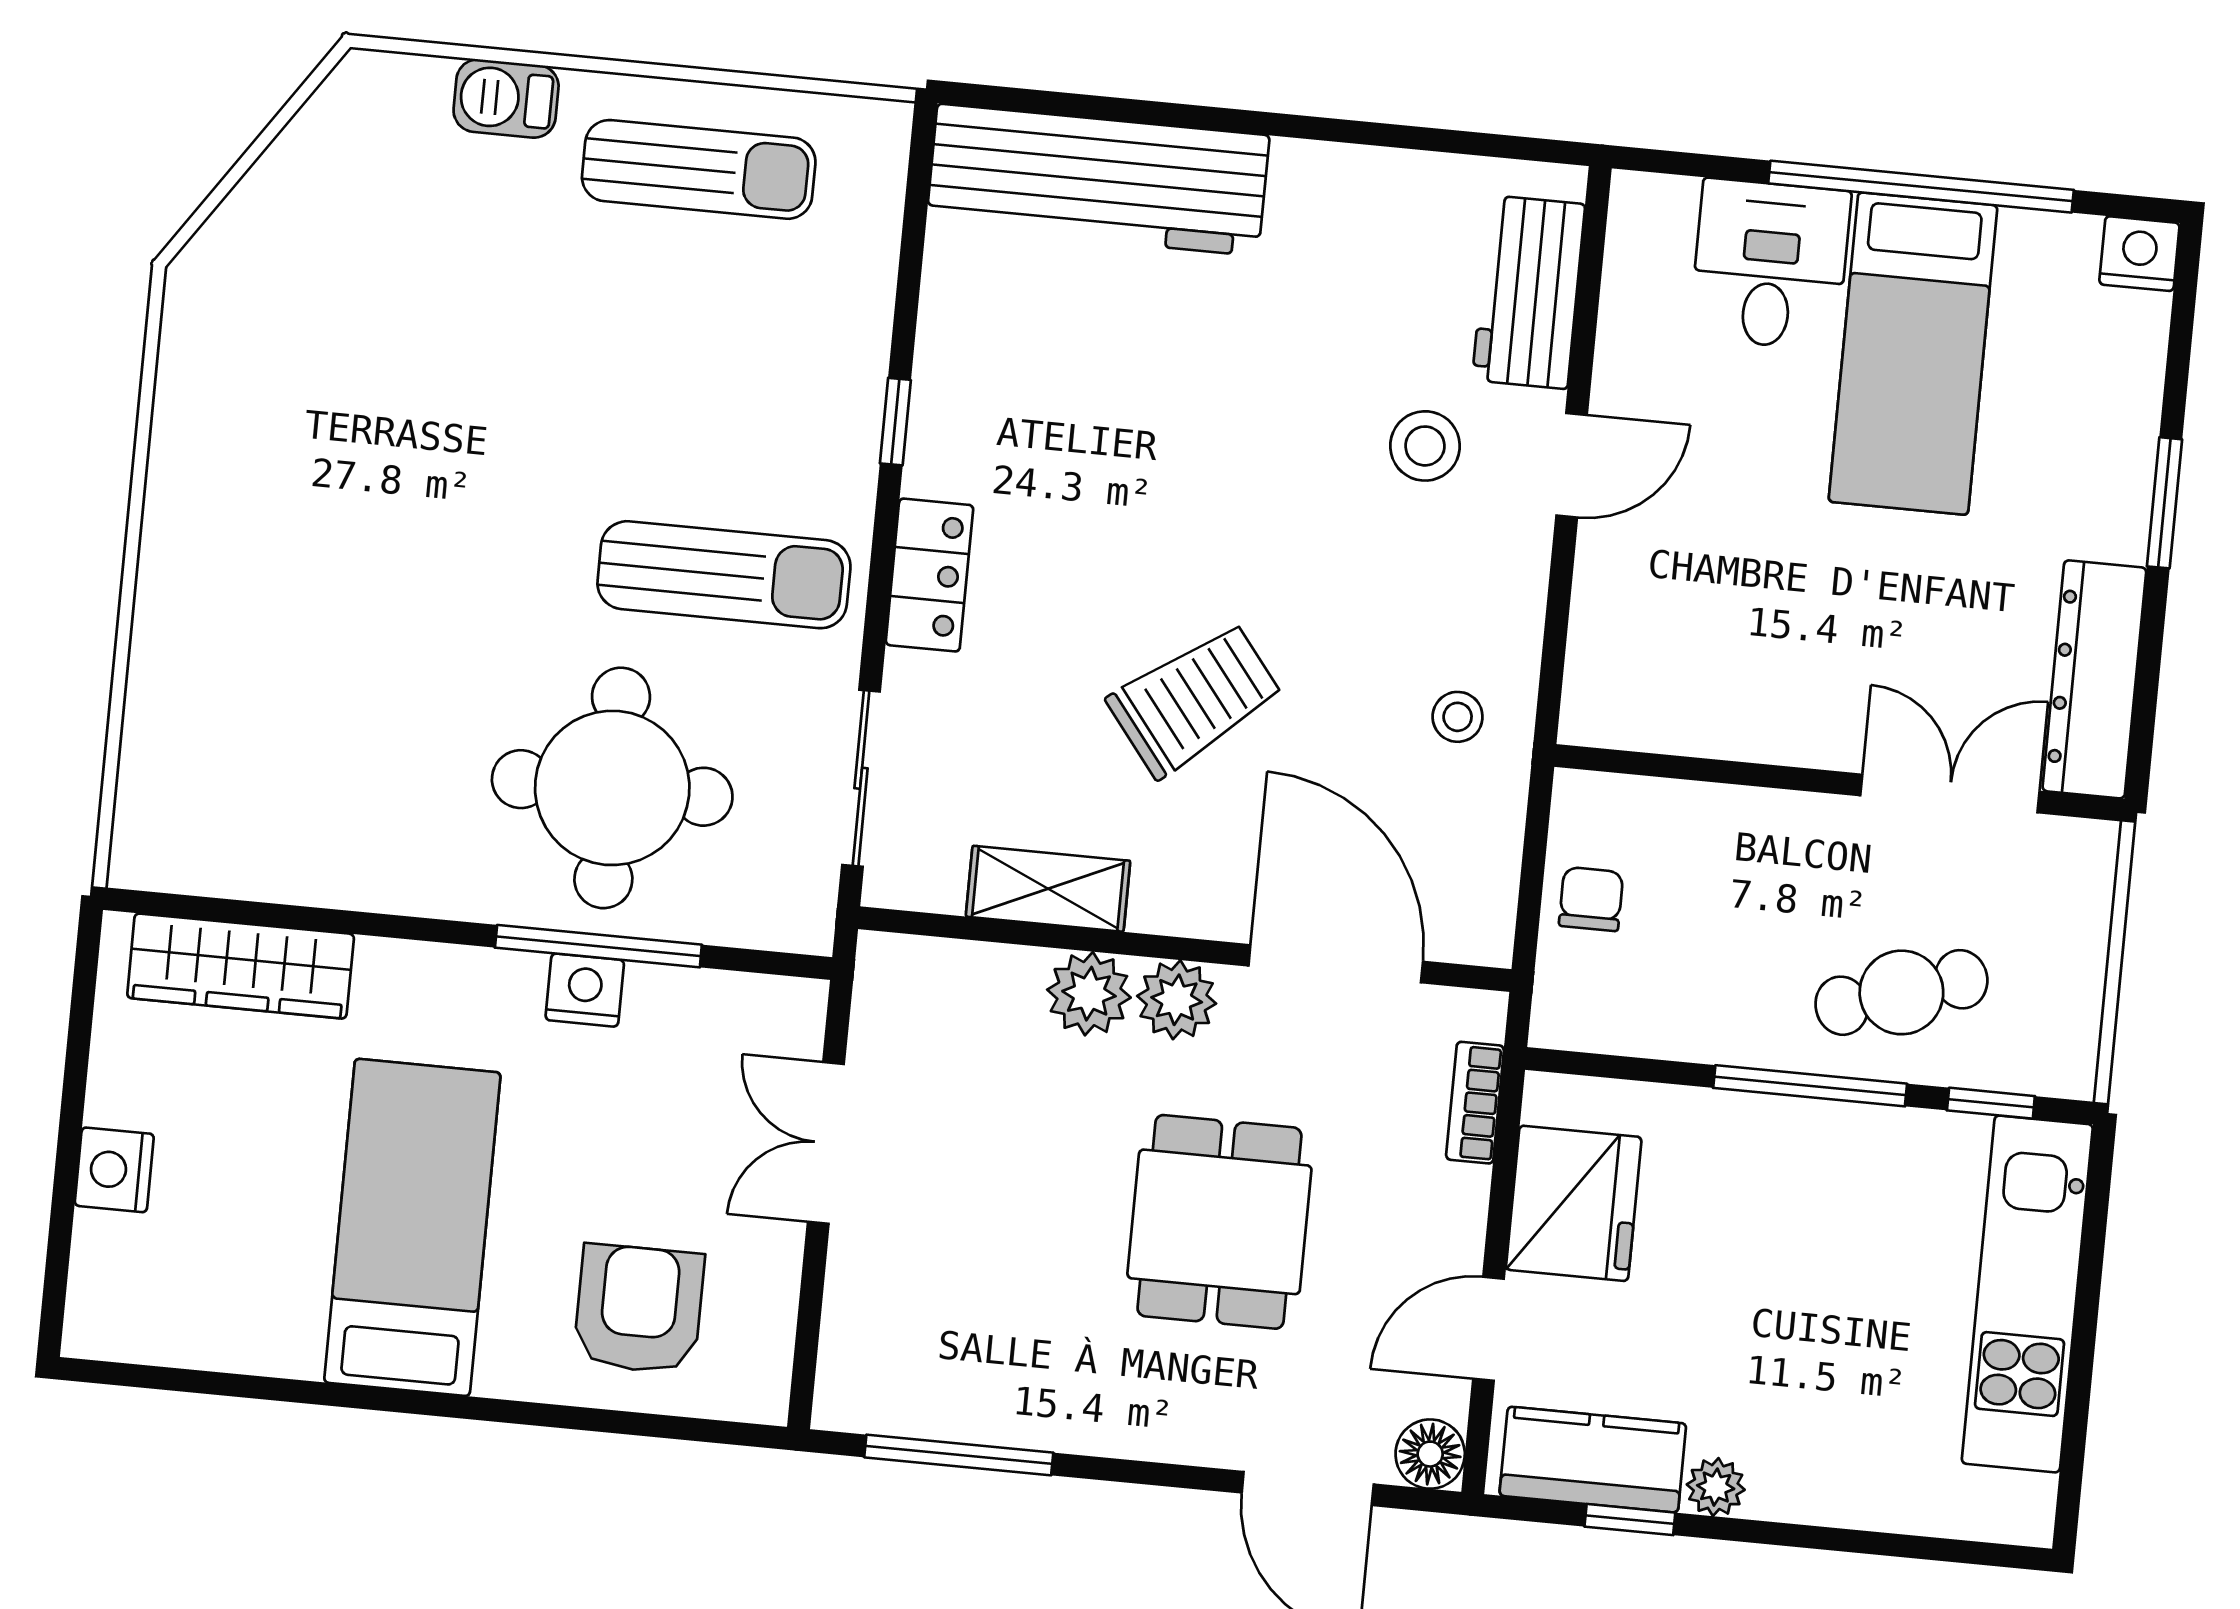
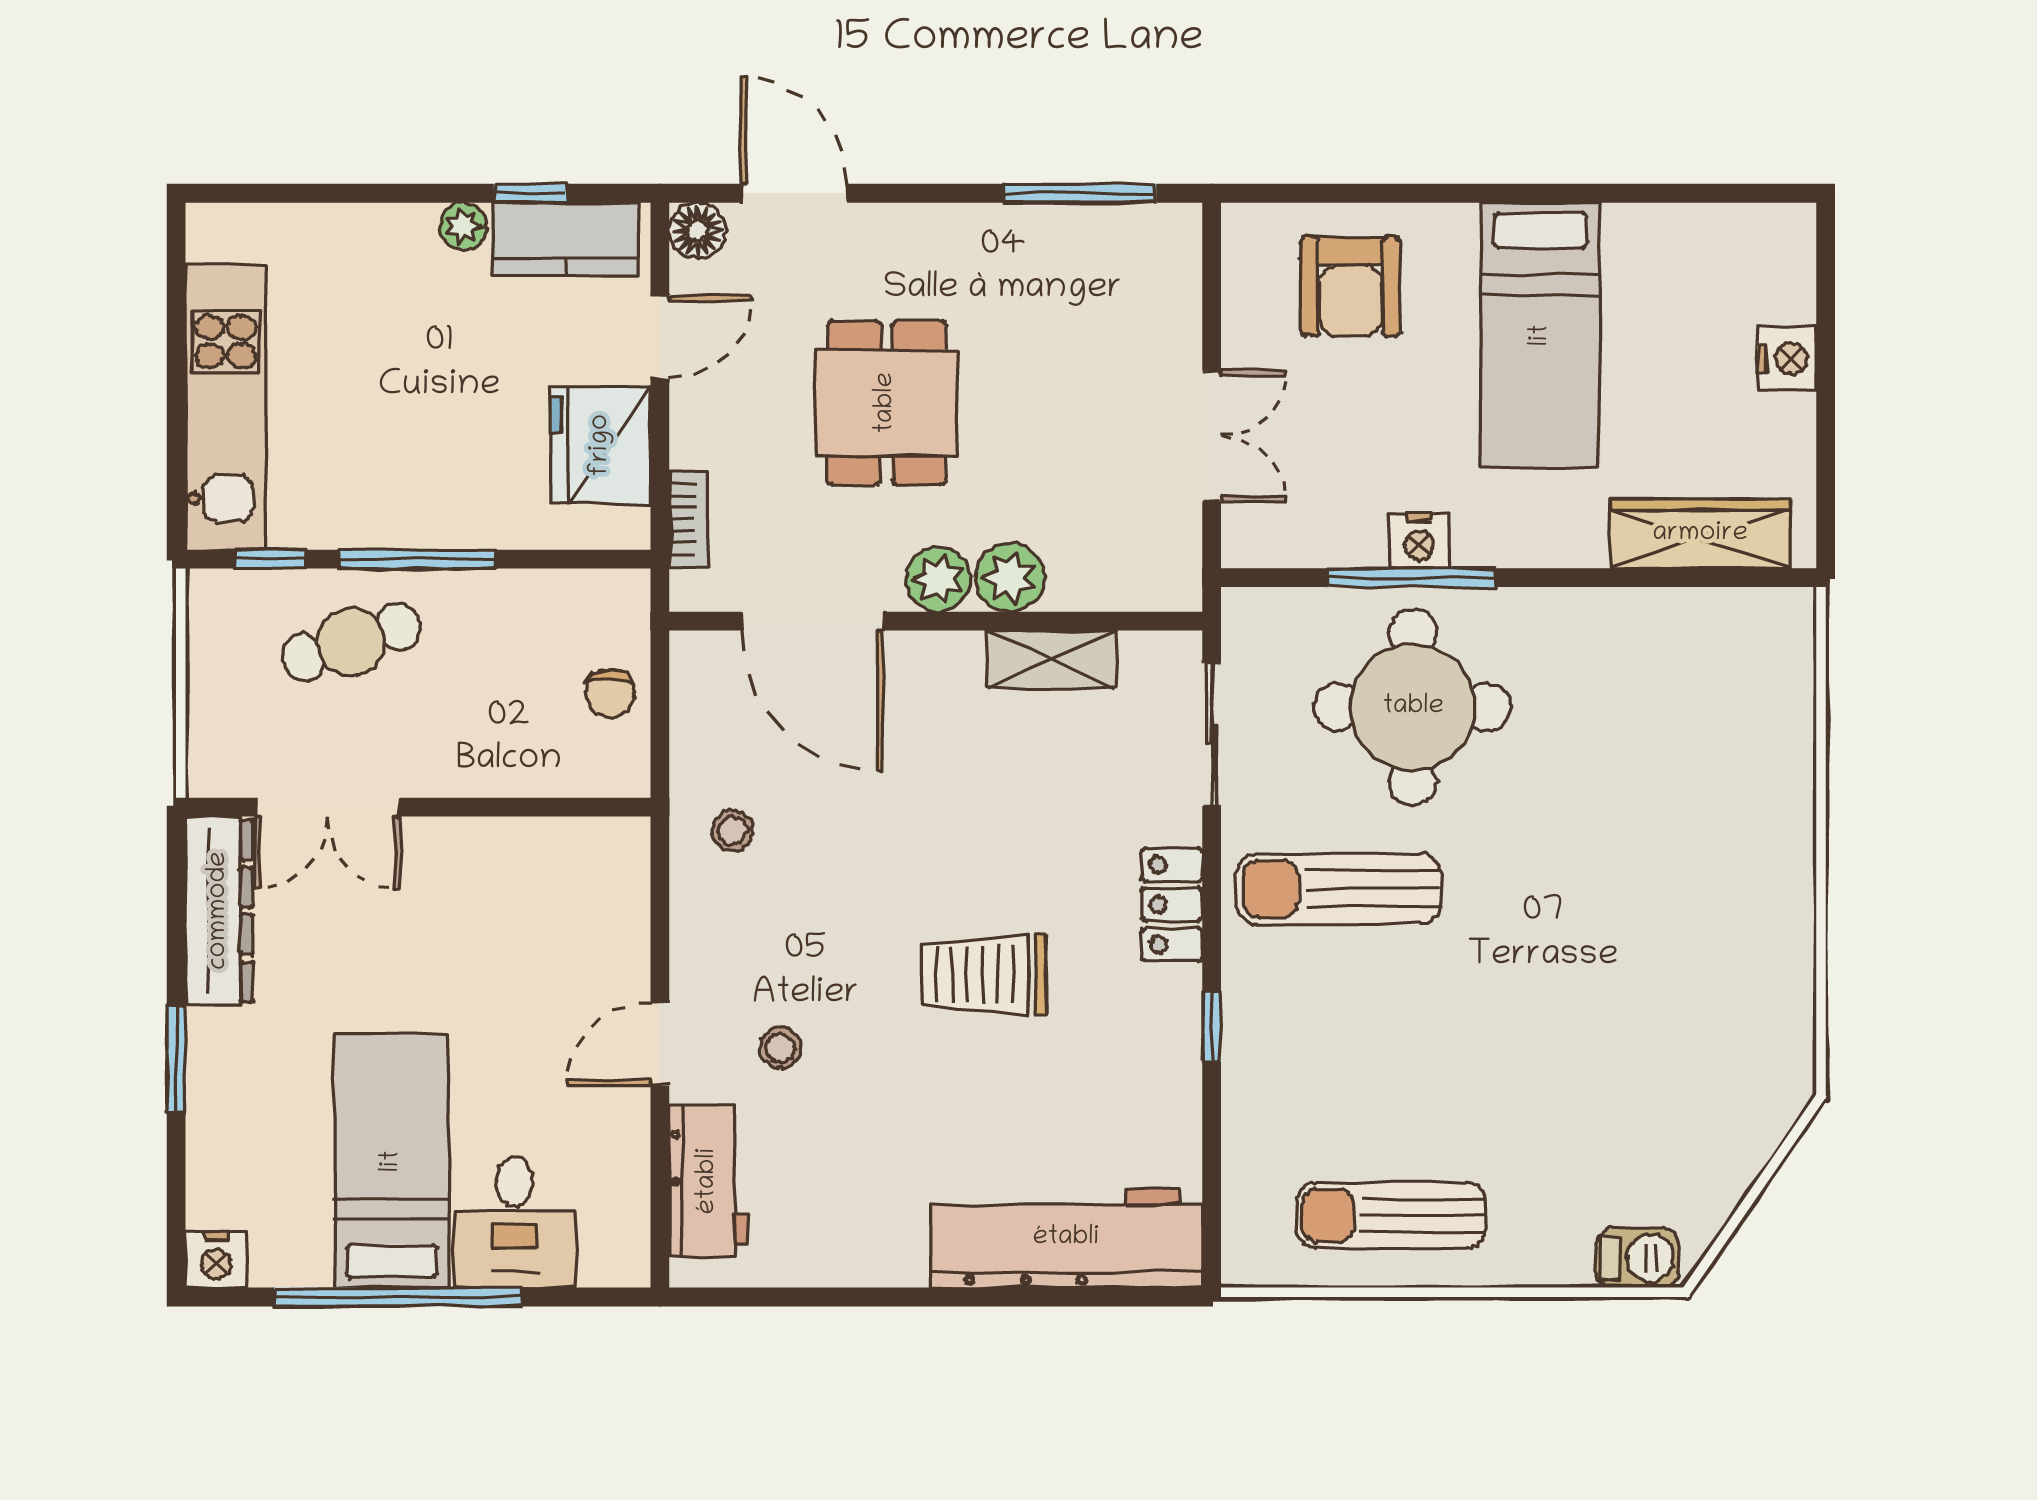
barbecue: (506, 98) -> (1637, 1258), moved
stool: (1425, 446) -> (780, 1048), width x0.73, depth x0.73
trolley: (1195, 699) -> (984, 975), moved, turned 38

